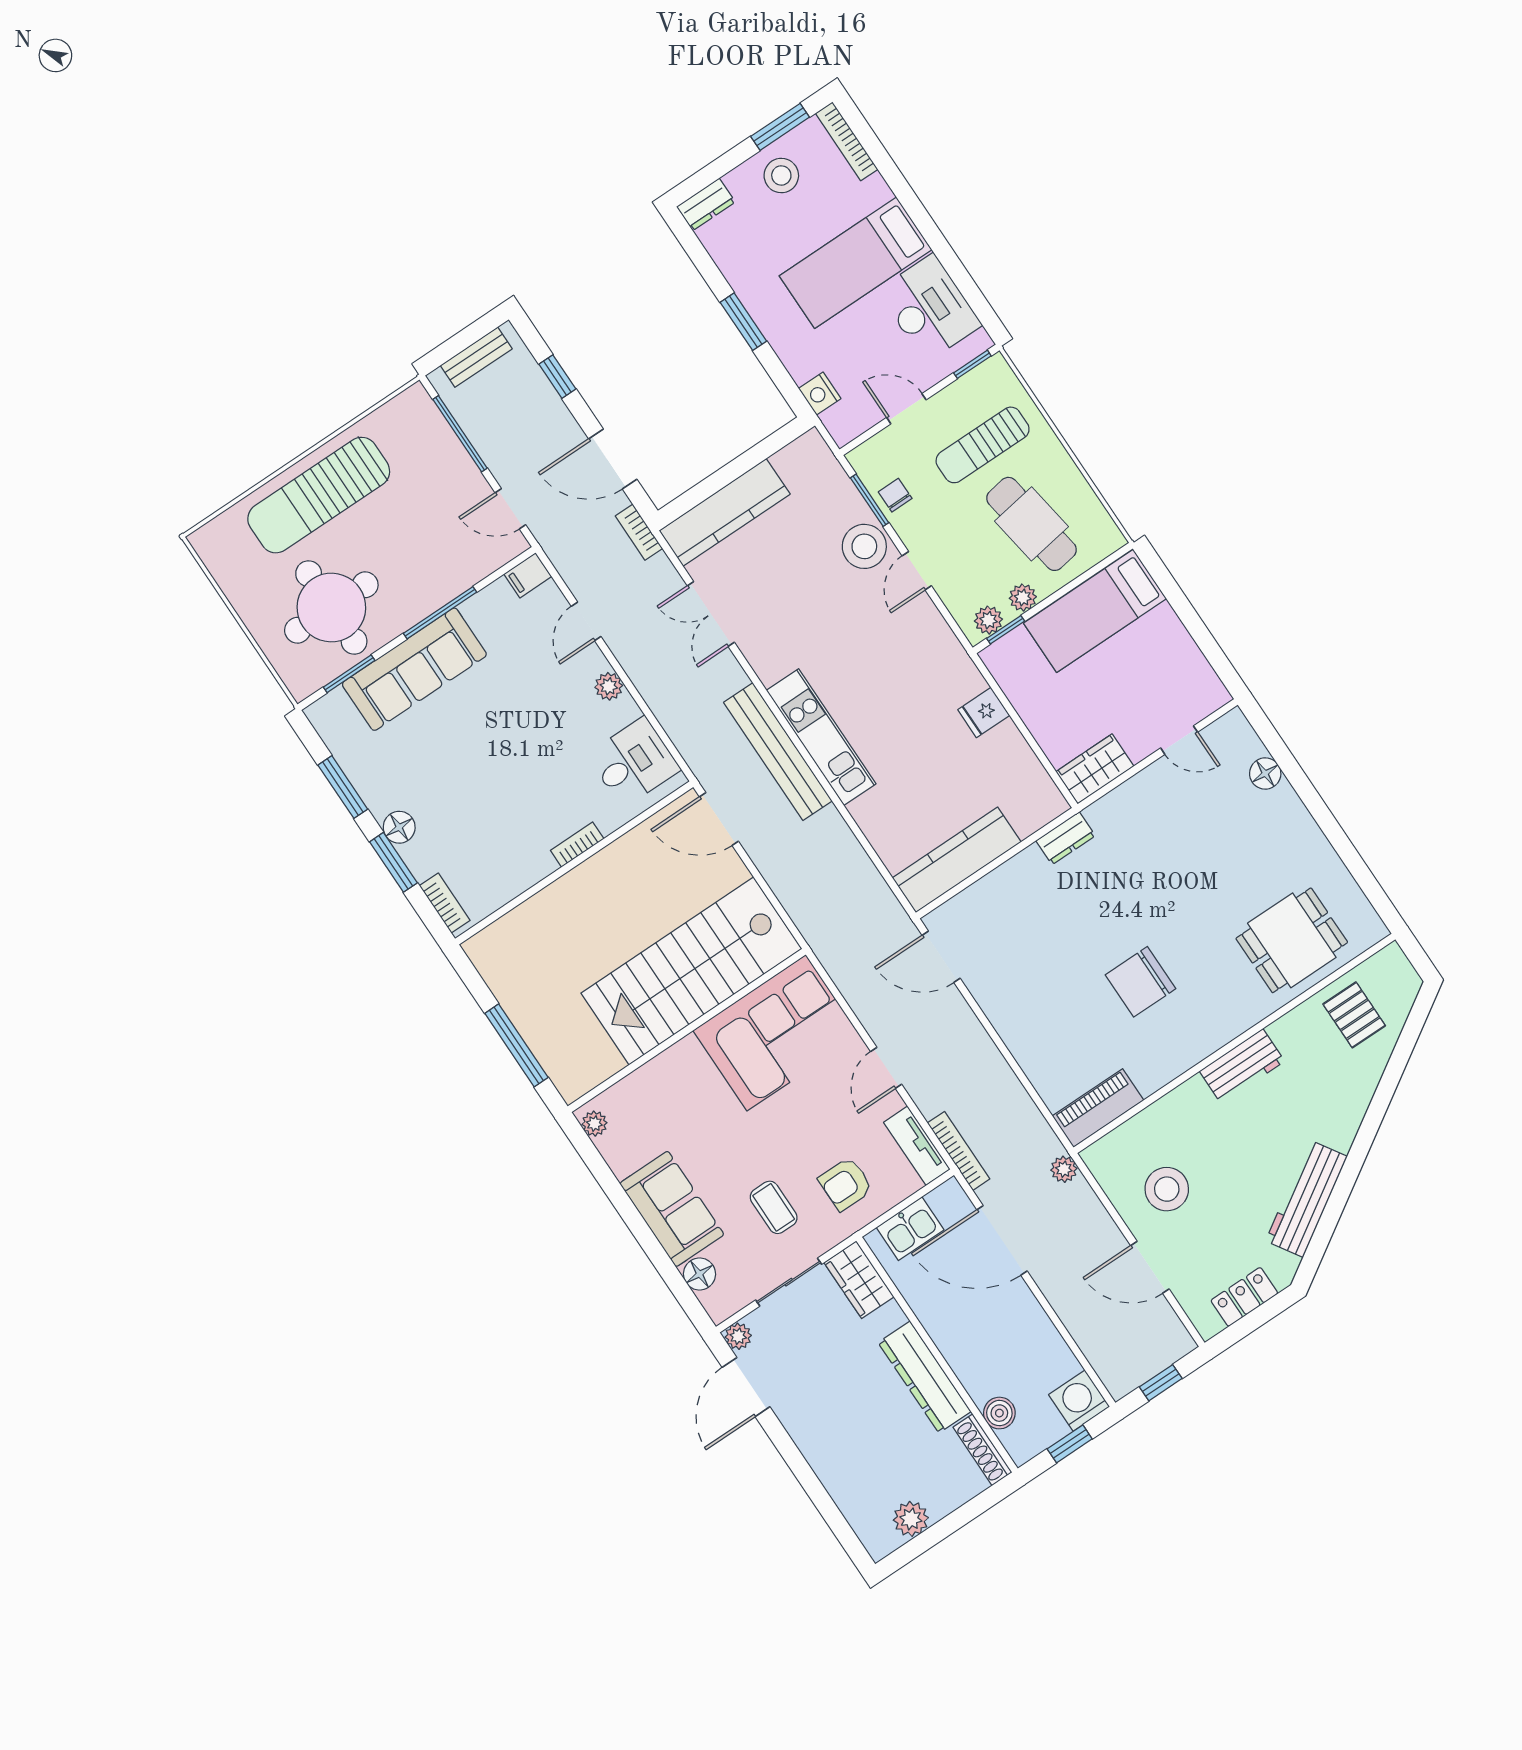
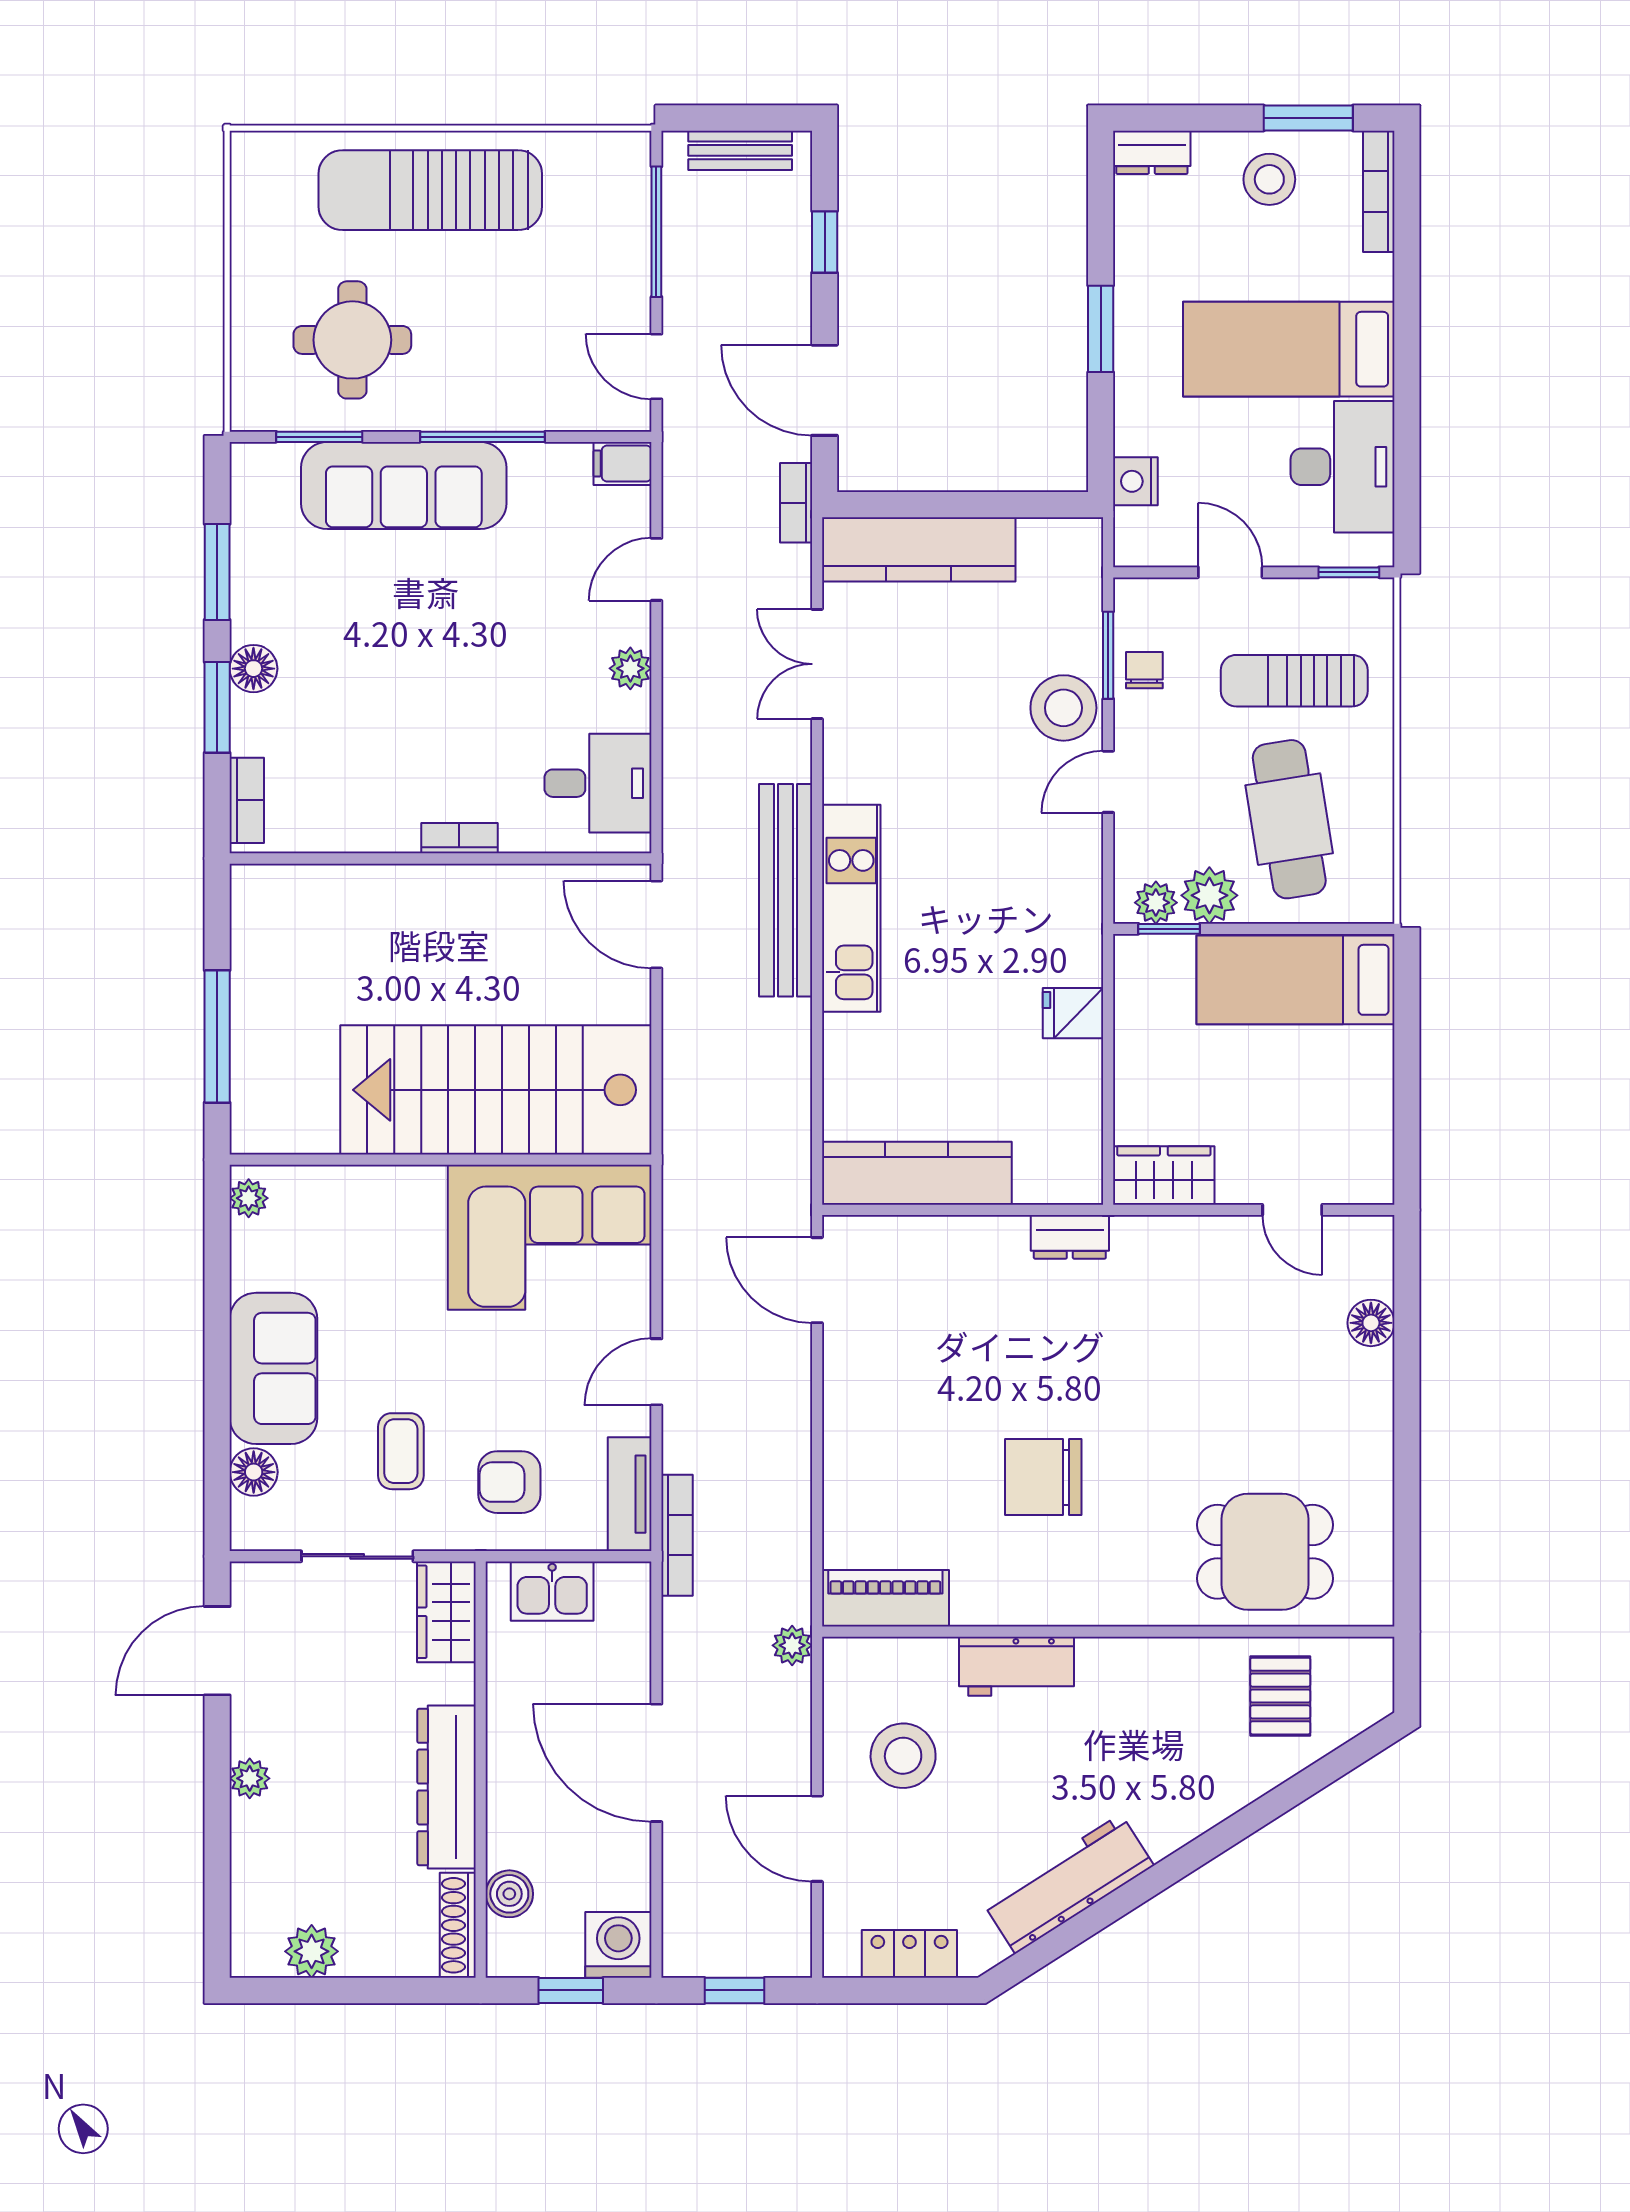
plant: (1023, 598) -> (1209, 895), width x1.38, depth x1.38
round table: (331, 608) -> (352, 340), width x0.73, depth x0.73
workbench: (1242, 1066) -> (1016, 1666), moved
door: (1002, 1240) -> (656, 1763), moved
plant: (738, 1336) -> (250, 1778), moved

